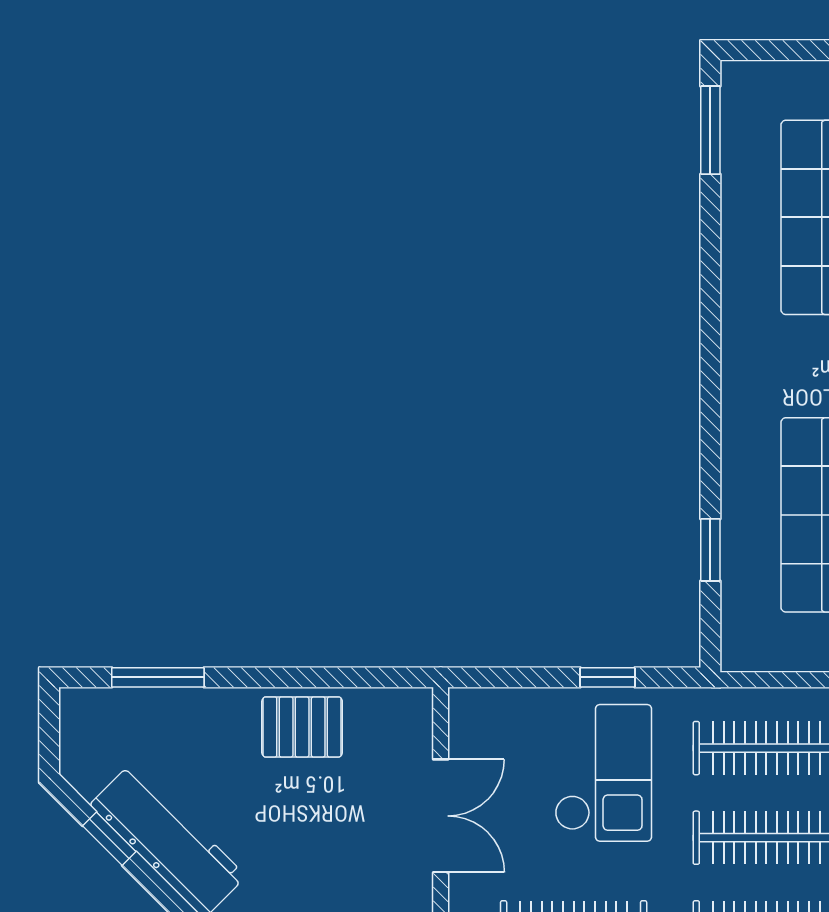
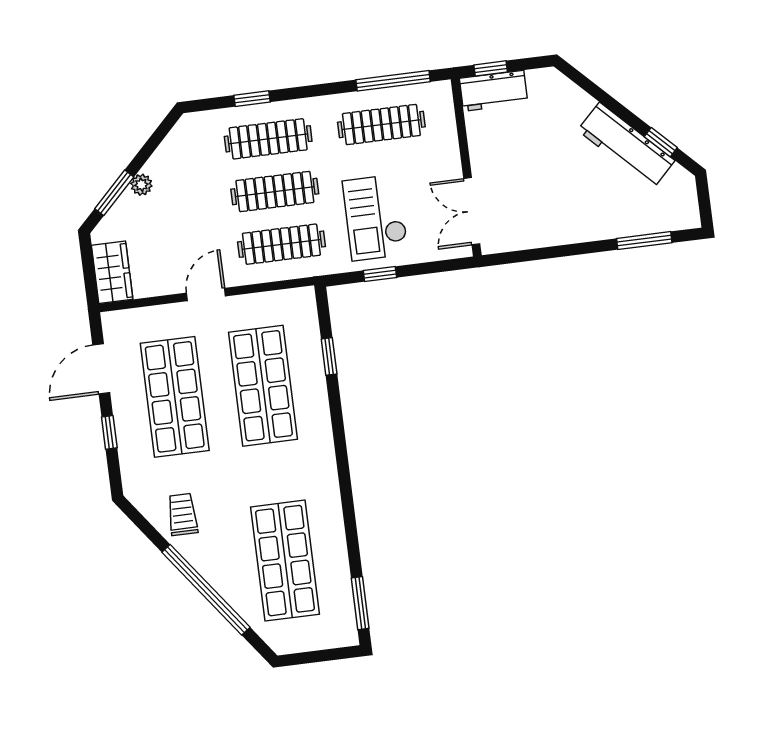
pallet: (302, 727) -> (556, 222), removed
double door: (441, 816) -> (472, 211), moved

